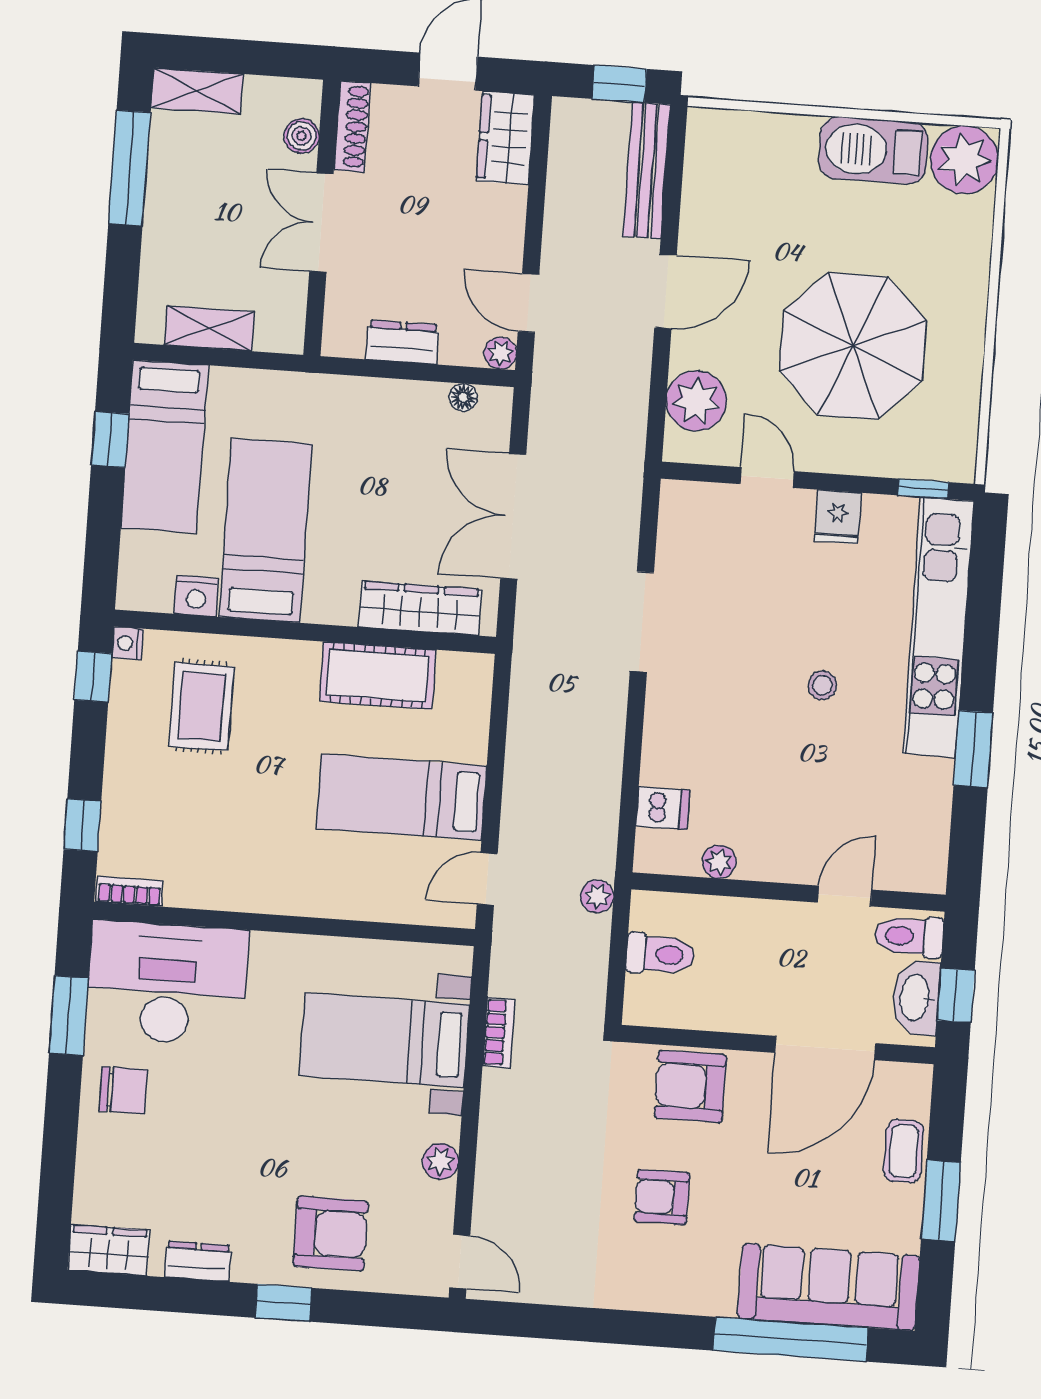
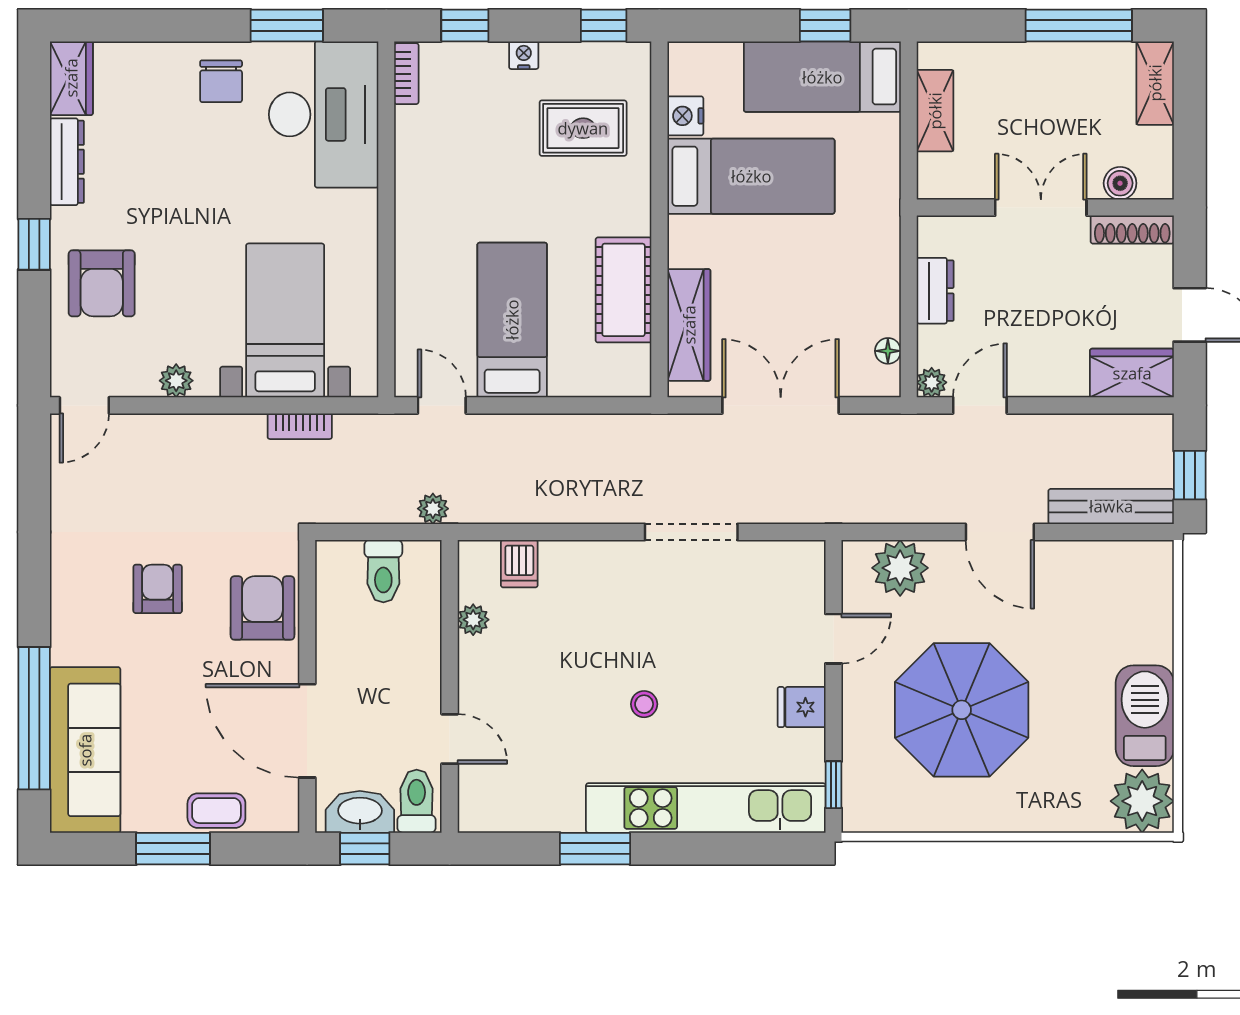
nightstand: (127, 643) -> (524, 55), moved
dresser: (198, 1261) -> (67, 162), width x1.44

